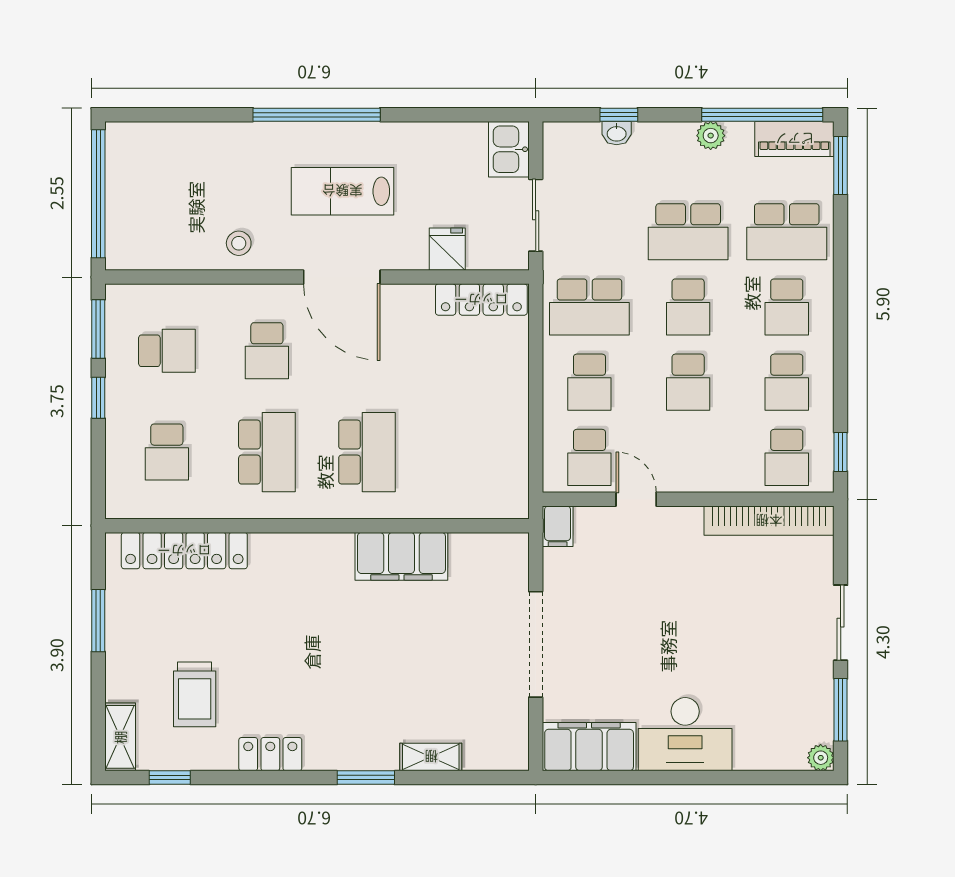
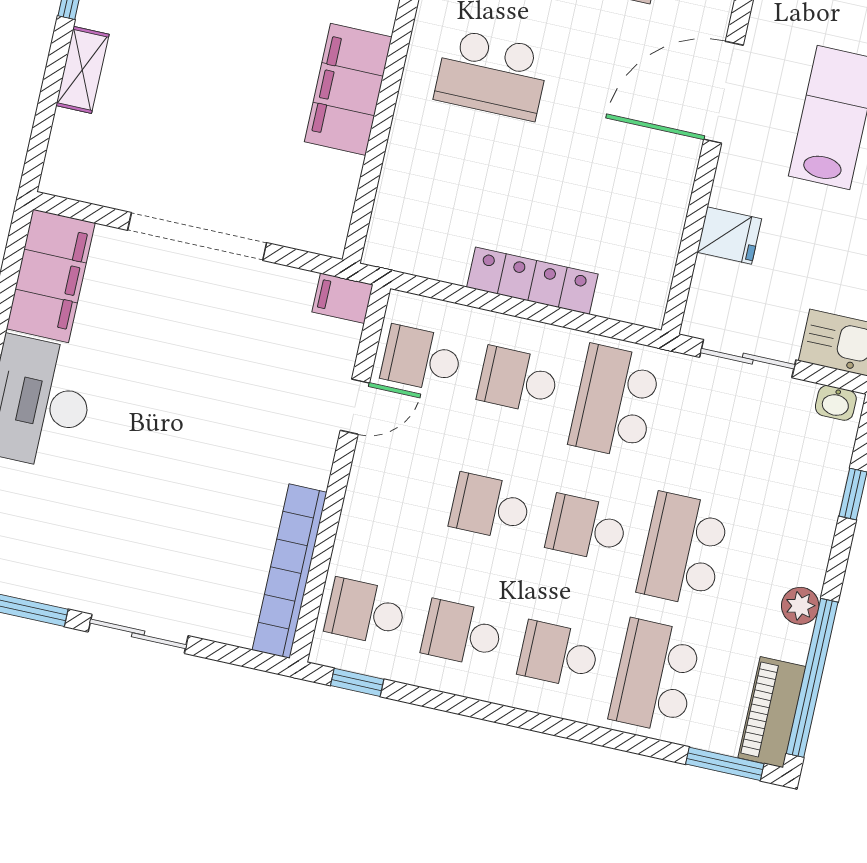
washbasin: (617, 133) -> (836, 403), moved, turned -90
locker: (481, 300) -> (532, 281), moved, turned 90

